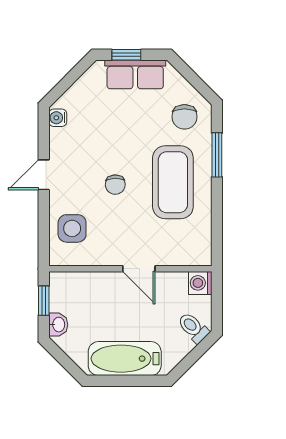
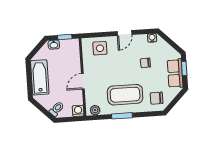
window: (217, 155) -> (122, 116), moved
door: (44, 175) -> (125, 33), swing flipped
chair: (115, 185) -> (145, 63), moved
plant: (201, 247) -> (95, 110), added

